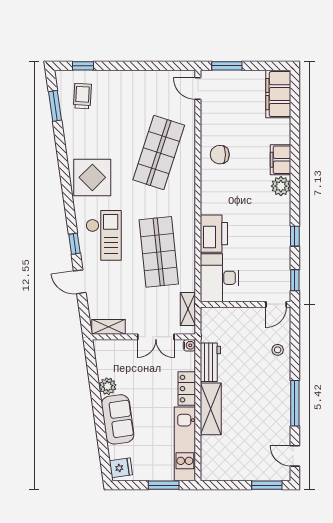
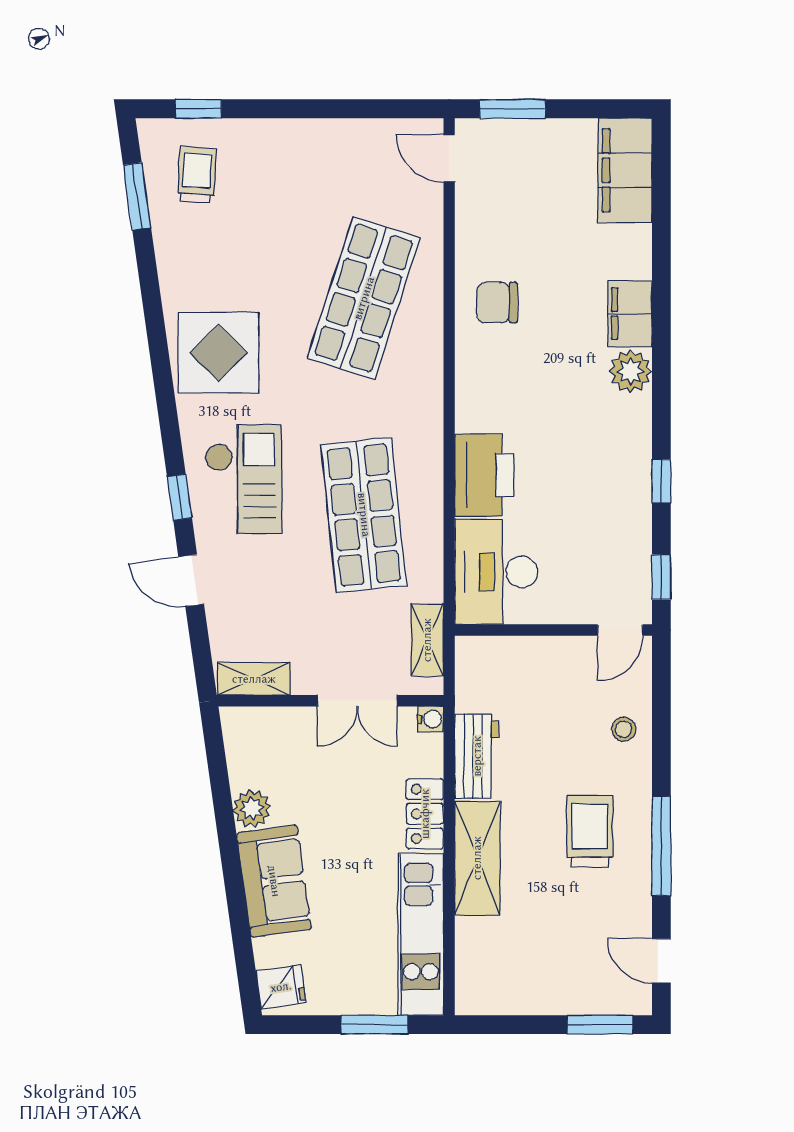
trolley: (262, 397) -> (590, 831), added

